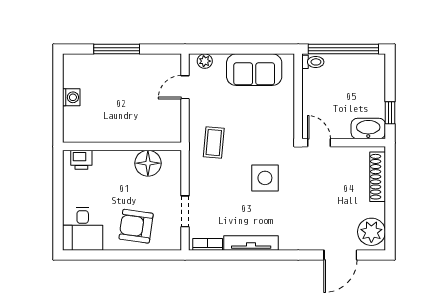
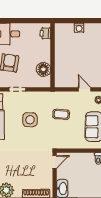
coffee table: (214, 143) -> (61, 114), moved
side table: (265, 178) -> (30, 120), moved

